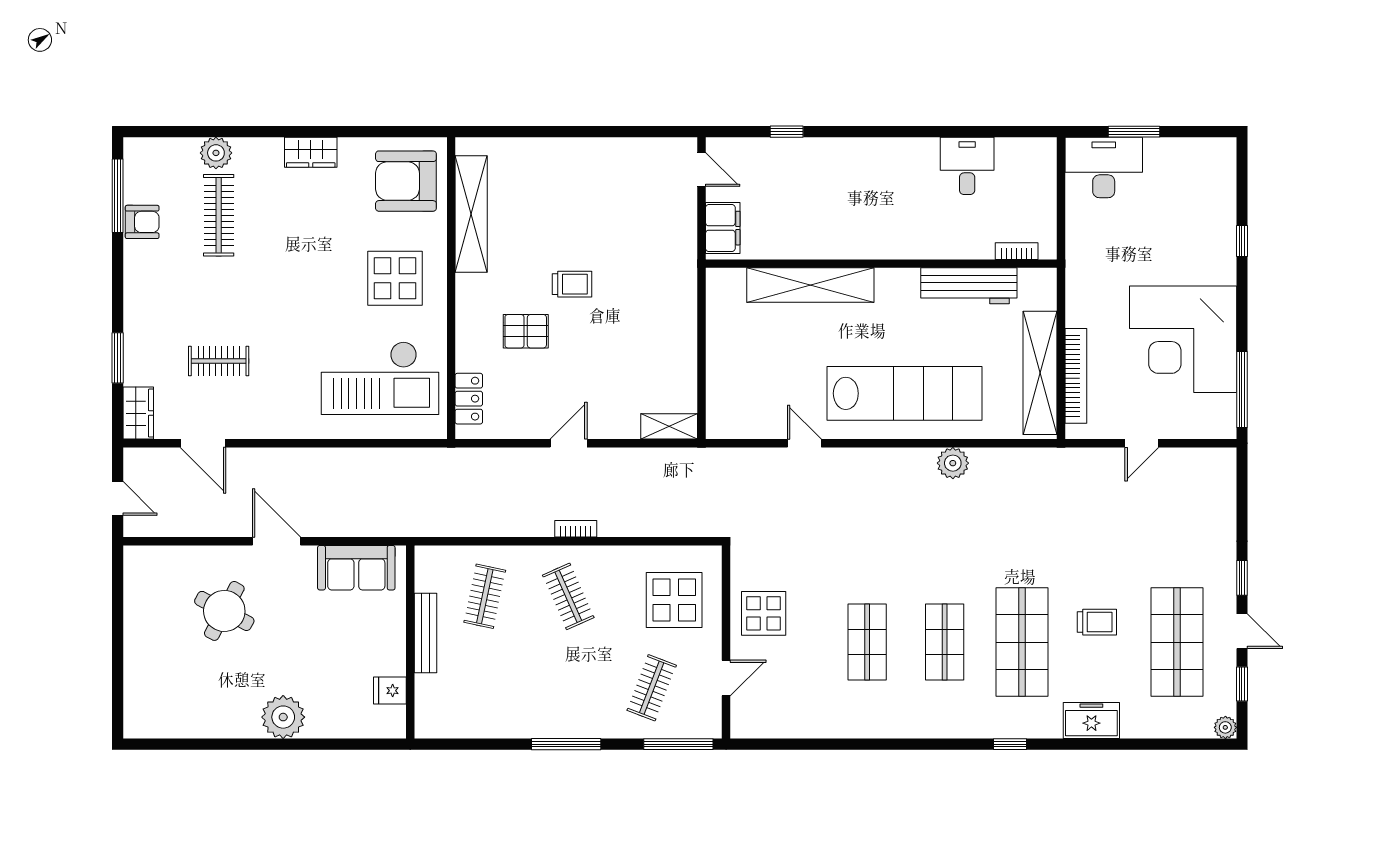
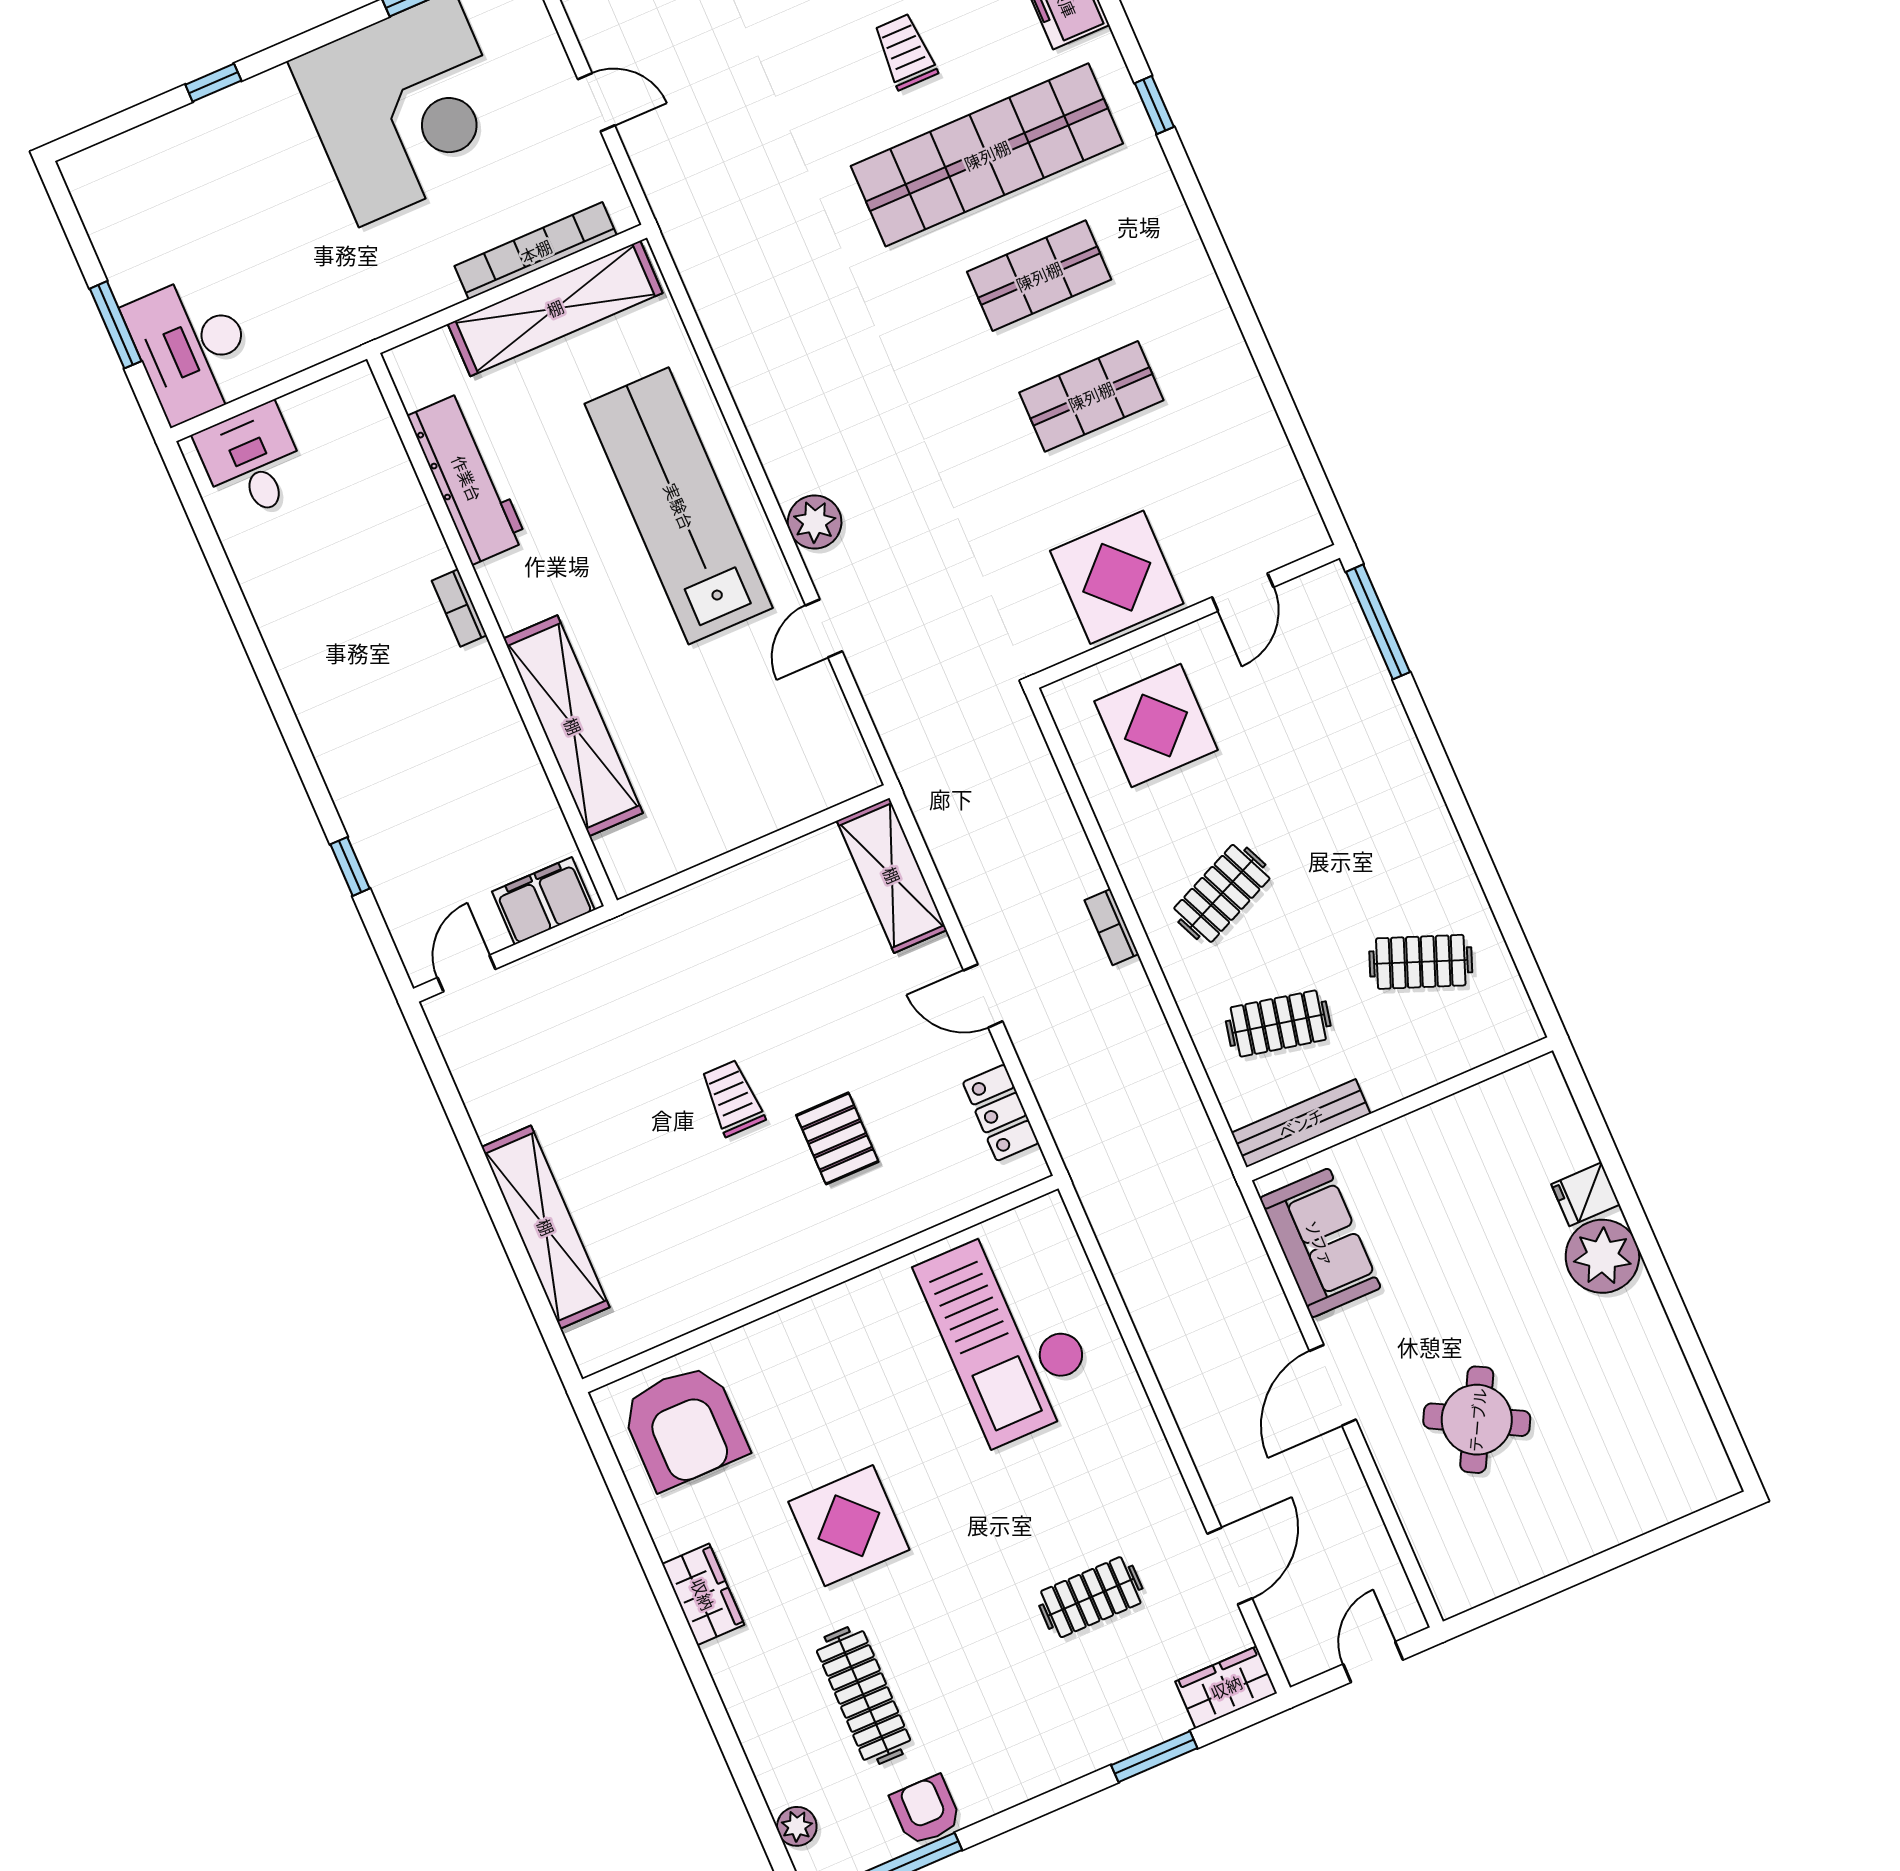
plant: (216, 153) -> (797, 1826), moved, width x0.73, depth x0.73
desk: (967, 166) -> (252, 462), moved, turned 90
shelving: (471, 214) -> (546, 1227), moved, turned 90
clothes rail: (219, 215) -> (864, 1696), turned 90
bookcase: (1017, 251) -> (459, 608), moved
display table: (395, 278) -> (849, 1526), moved
clothes rail: (219, 361) -> (1091, 1597), turned 90
checkout: (380, 378) -> (1009, 1334), turned 180
locker: (469, 399) -> (1001, 1113), moved, turned -90
shelving: (669, 426) -> (892, 875), width x1.50, depth x1.33
plant: (953, 463) -> (815, 522), moved
display table: (764, 613) -> (1117, 577), width x1.36, depth x1.36
bench: (426, 633) -> (1301, 1123), moved
shop shelf: (1022, 642) -> (987, 155), width x1.40
door: (726, 678) -> (1243, 592), swing flipped
clothes rail: (652, 688) -> (1421, 962), moved
fridge: (390, 691) -> (1586, 1194), moved, turned 90
window: (566, 744) -> (1454, 797), removed

